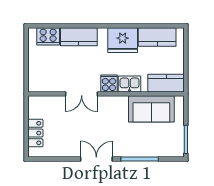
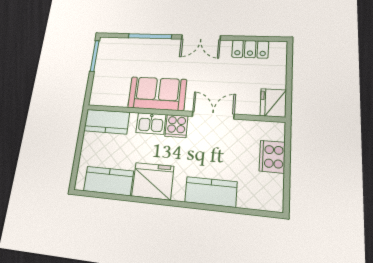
cooker: (48, 36) -> (272, 157), moved, turned -90
fridge: (37, 106) -> (273, 103), added
sofa: (151, 109) -> (157, 94), moved
locker: (35, 133) -> (250, 49), moved, turned -90

